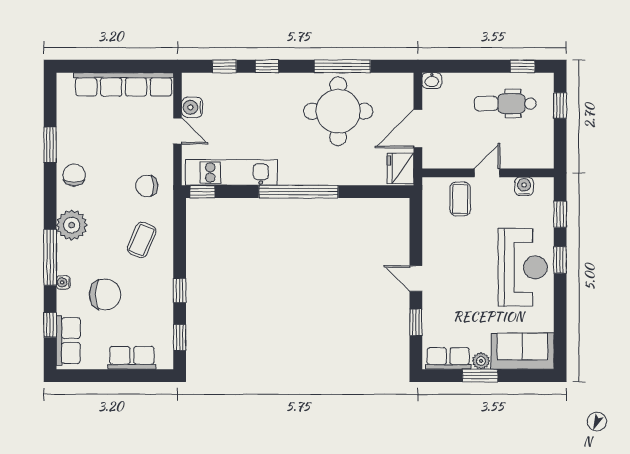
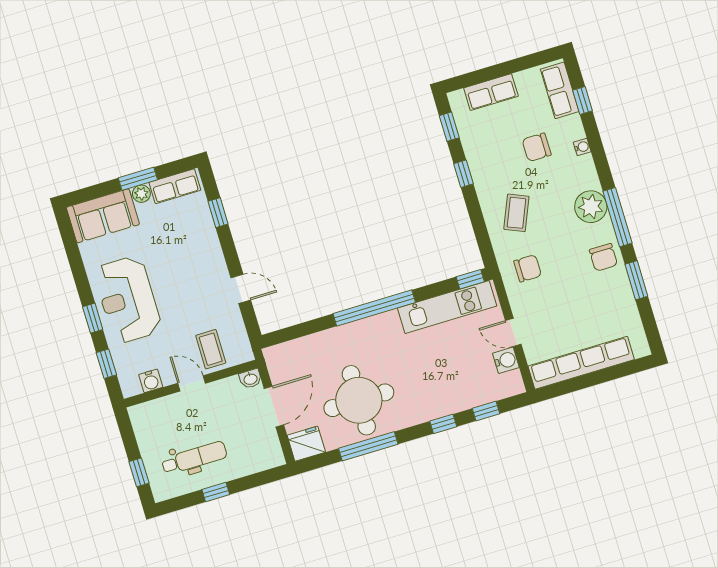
window: (522, 66) -> (216, 492), moved
washbasin: (432, 80) -> (250, 379), moved, turned 180
fridge: (401, 168) -> (306, 444), moved, turned -90
door: (487, 173) -> (192, 383), swing flipped
window: (50, 257) -> (618, 217), moved
door: (416, 278) -> (241, 289), moved
chair: (105, 295) -> (537, 147), width x0.73, depth x0.73

